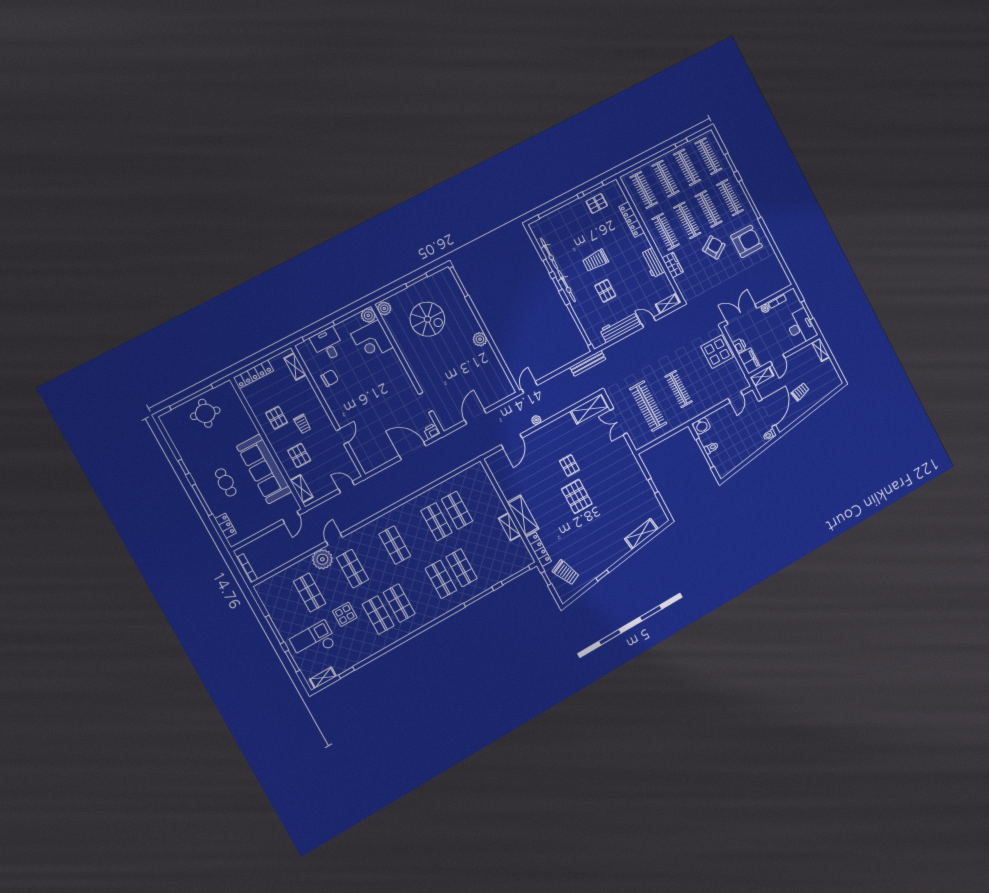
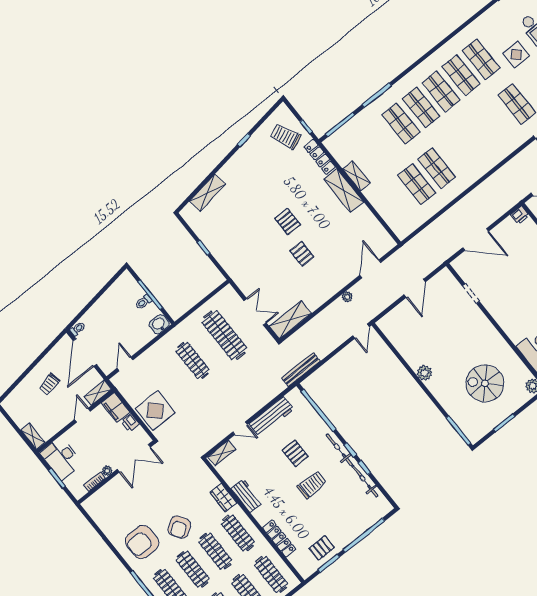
printer: (432, 431) -> (520, 215), moved
pallet: (577, 496) -> (288, 221), width x0.67, depth x0.71
shop shelf: (395, 545) -> (441, 91), moved

